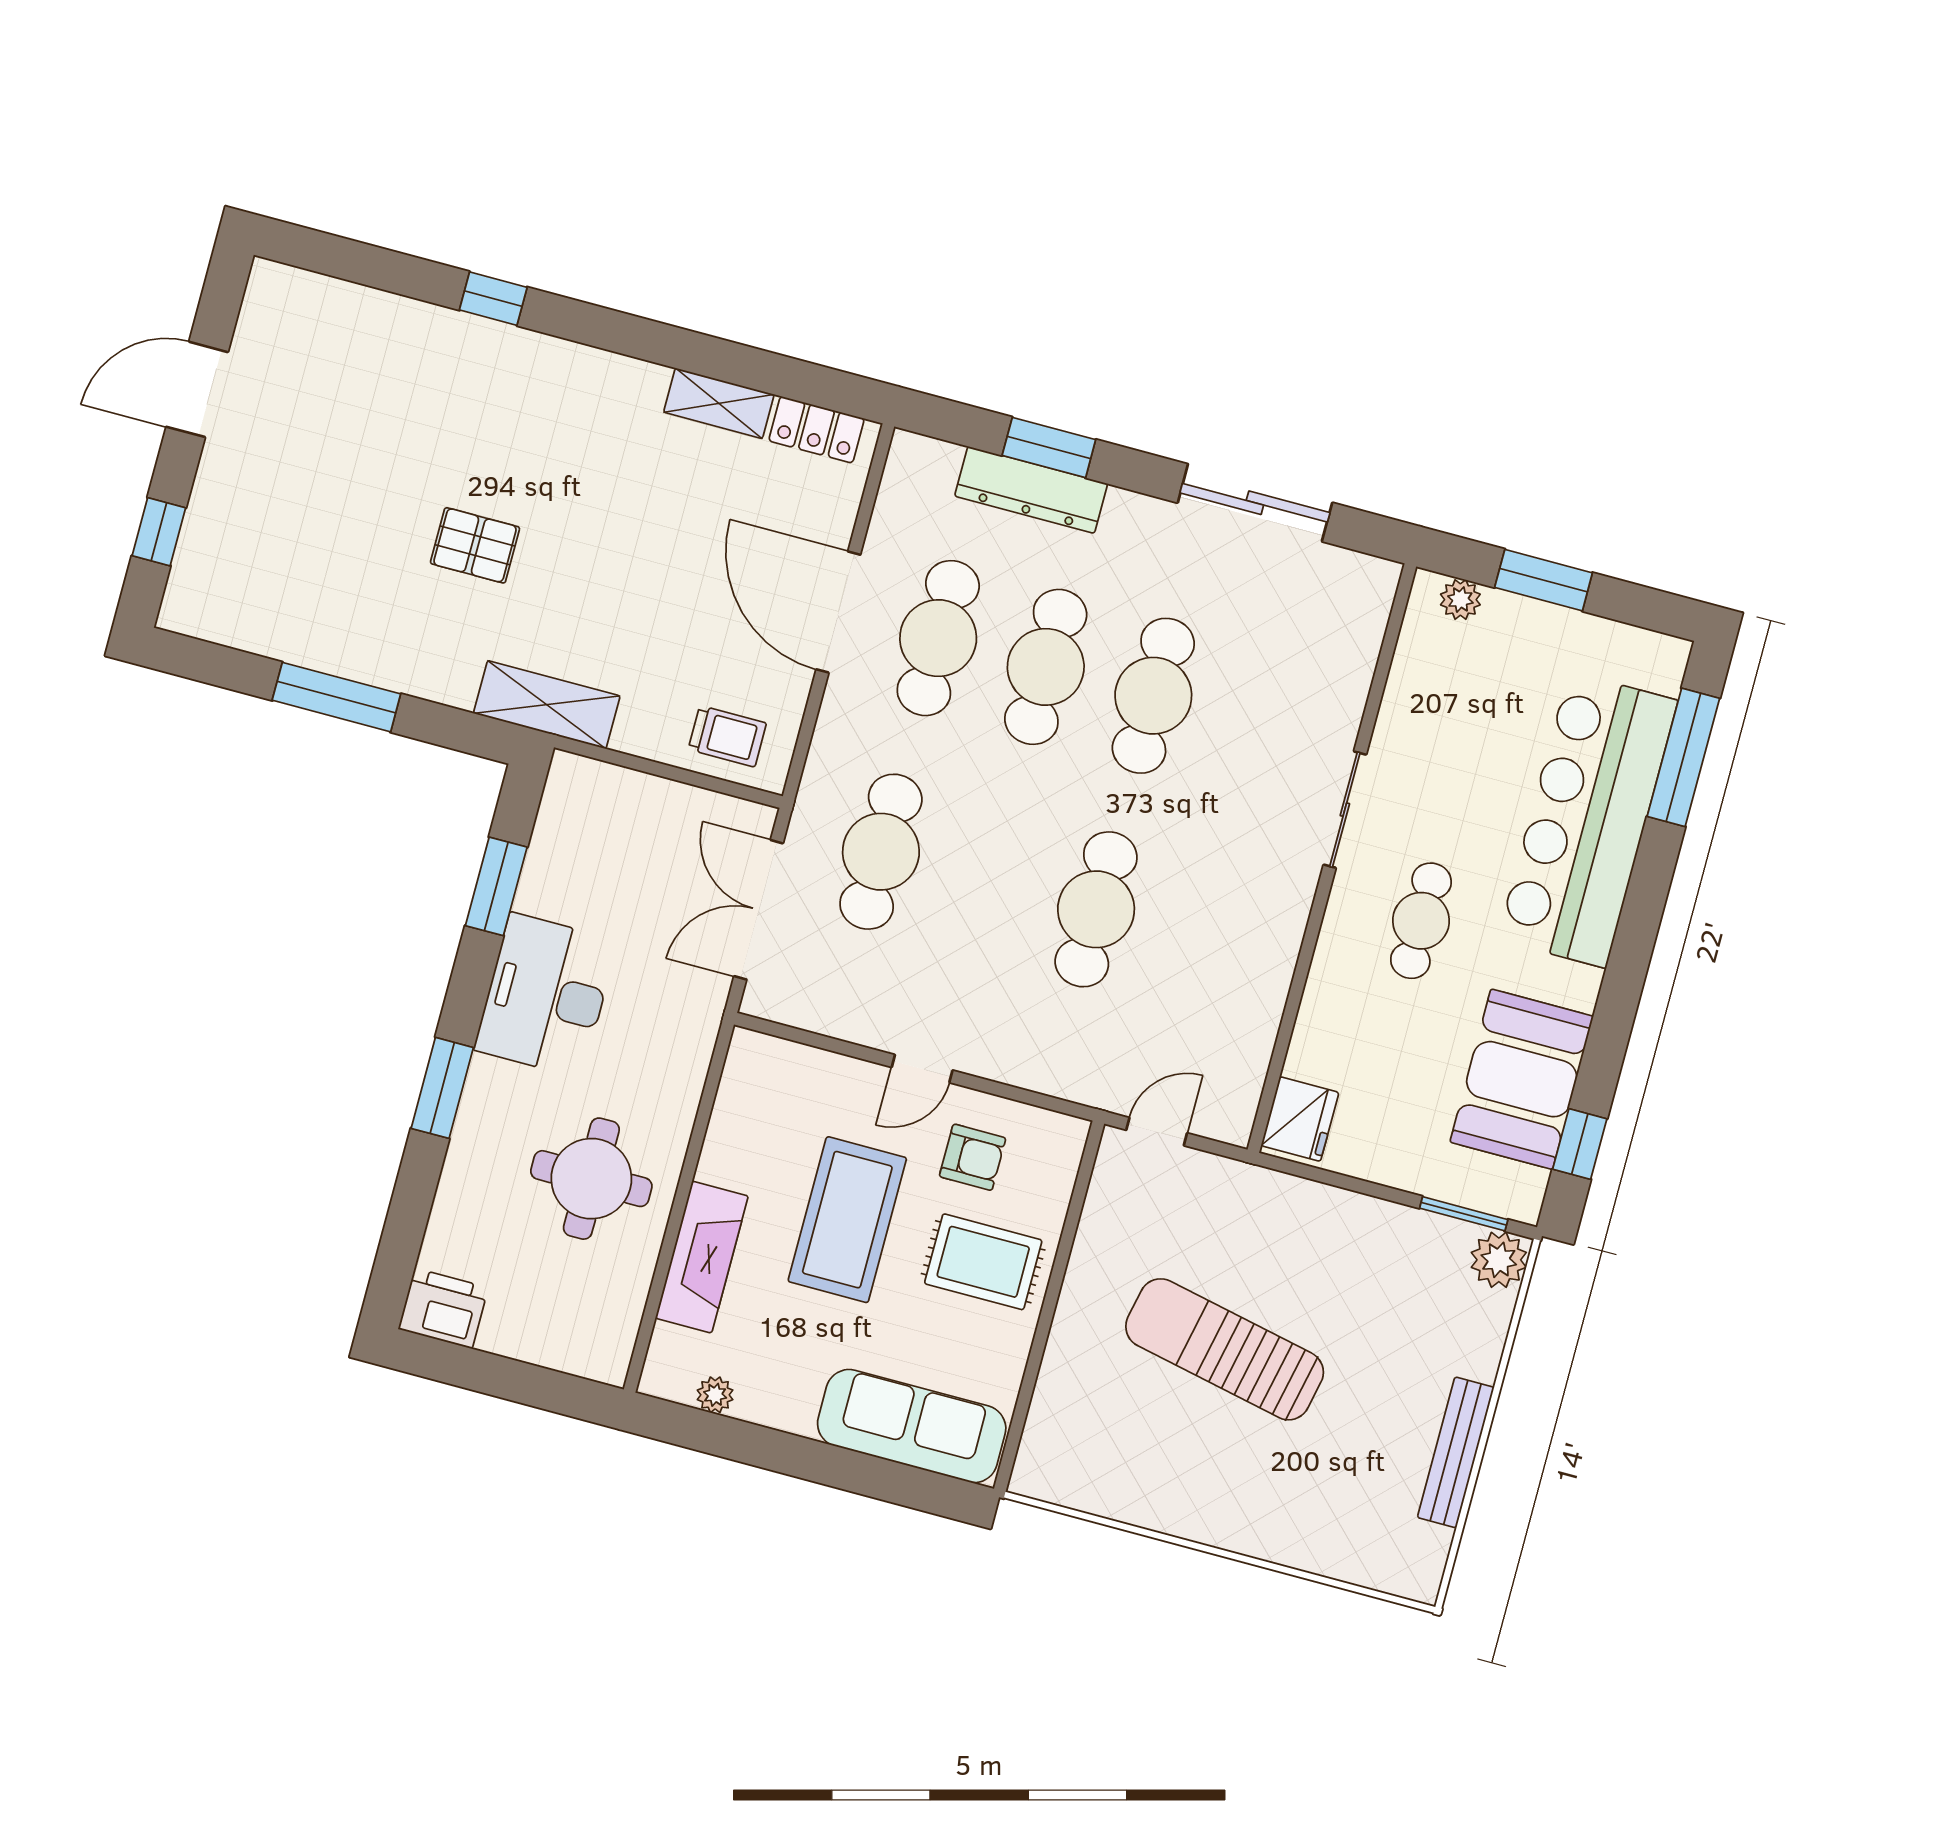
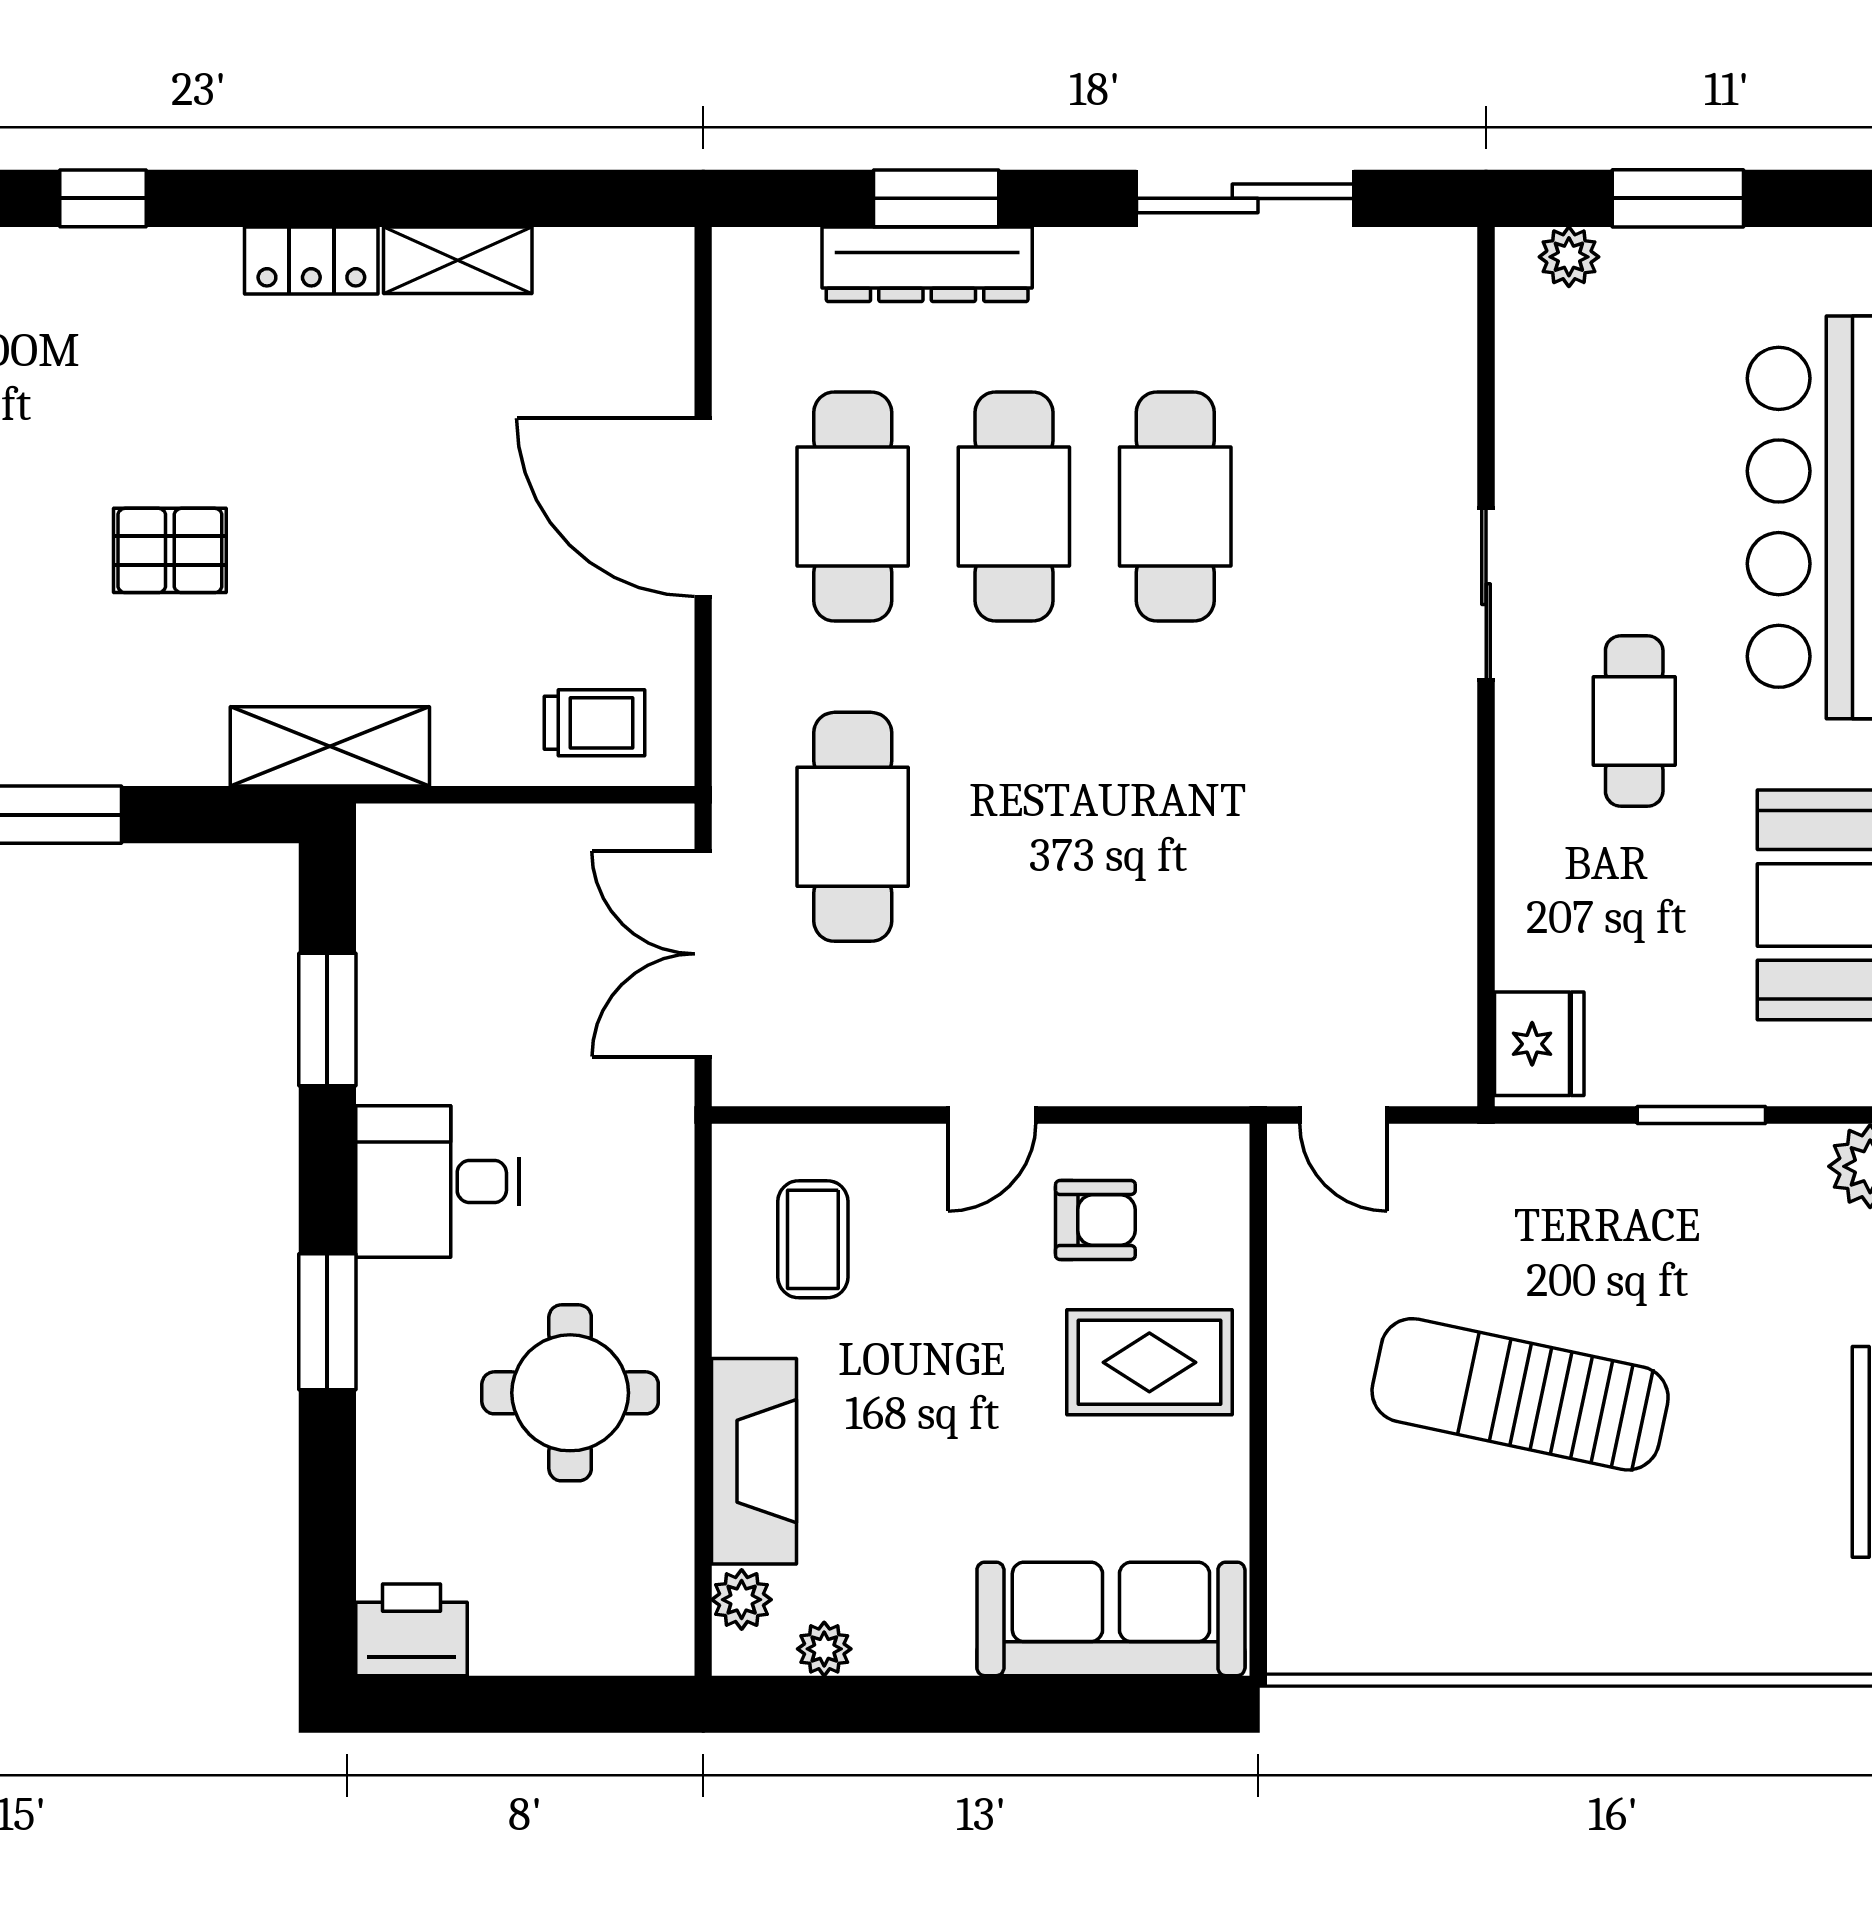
locker: (816, 430) -> (311, 261), moved
cafe table: (1096, 909) -> (1175, 827), removed
desk: (546, 995) -> (438, 1182), width x0.73
door: (1157, 1132) -> (1343, 1115), swing flipped
window: (1464, 1214) -> (1701, 1115), moved
coffee table: (847, 1220) -> (813, 1239), moved, width x0.54, depth x0.58
plant: (669, 1347) -> (742, 1600), added

